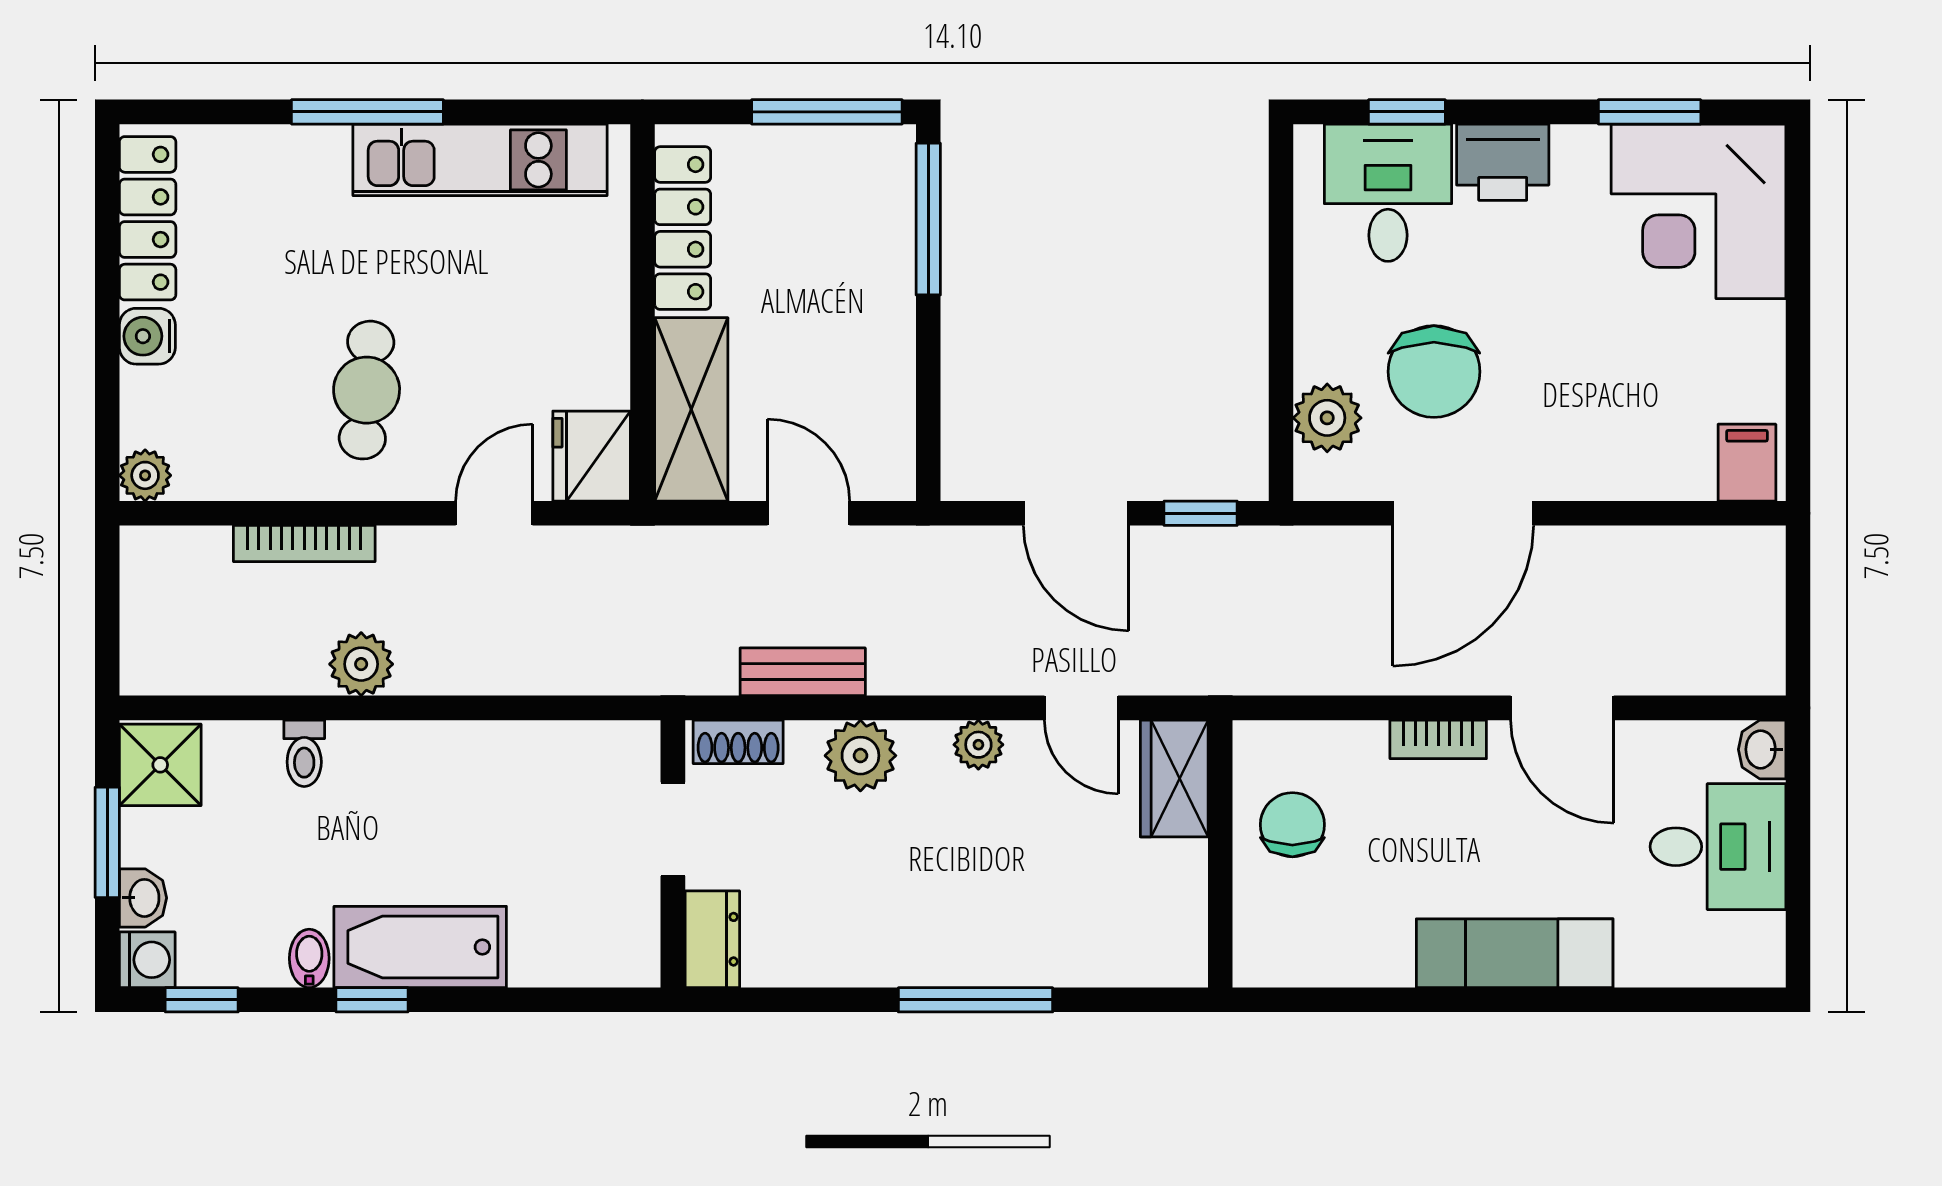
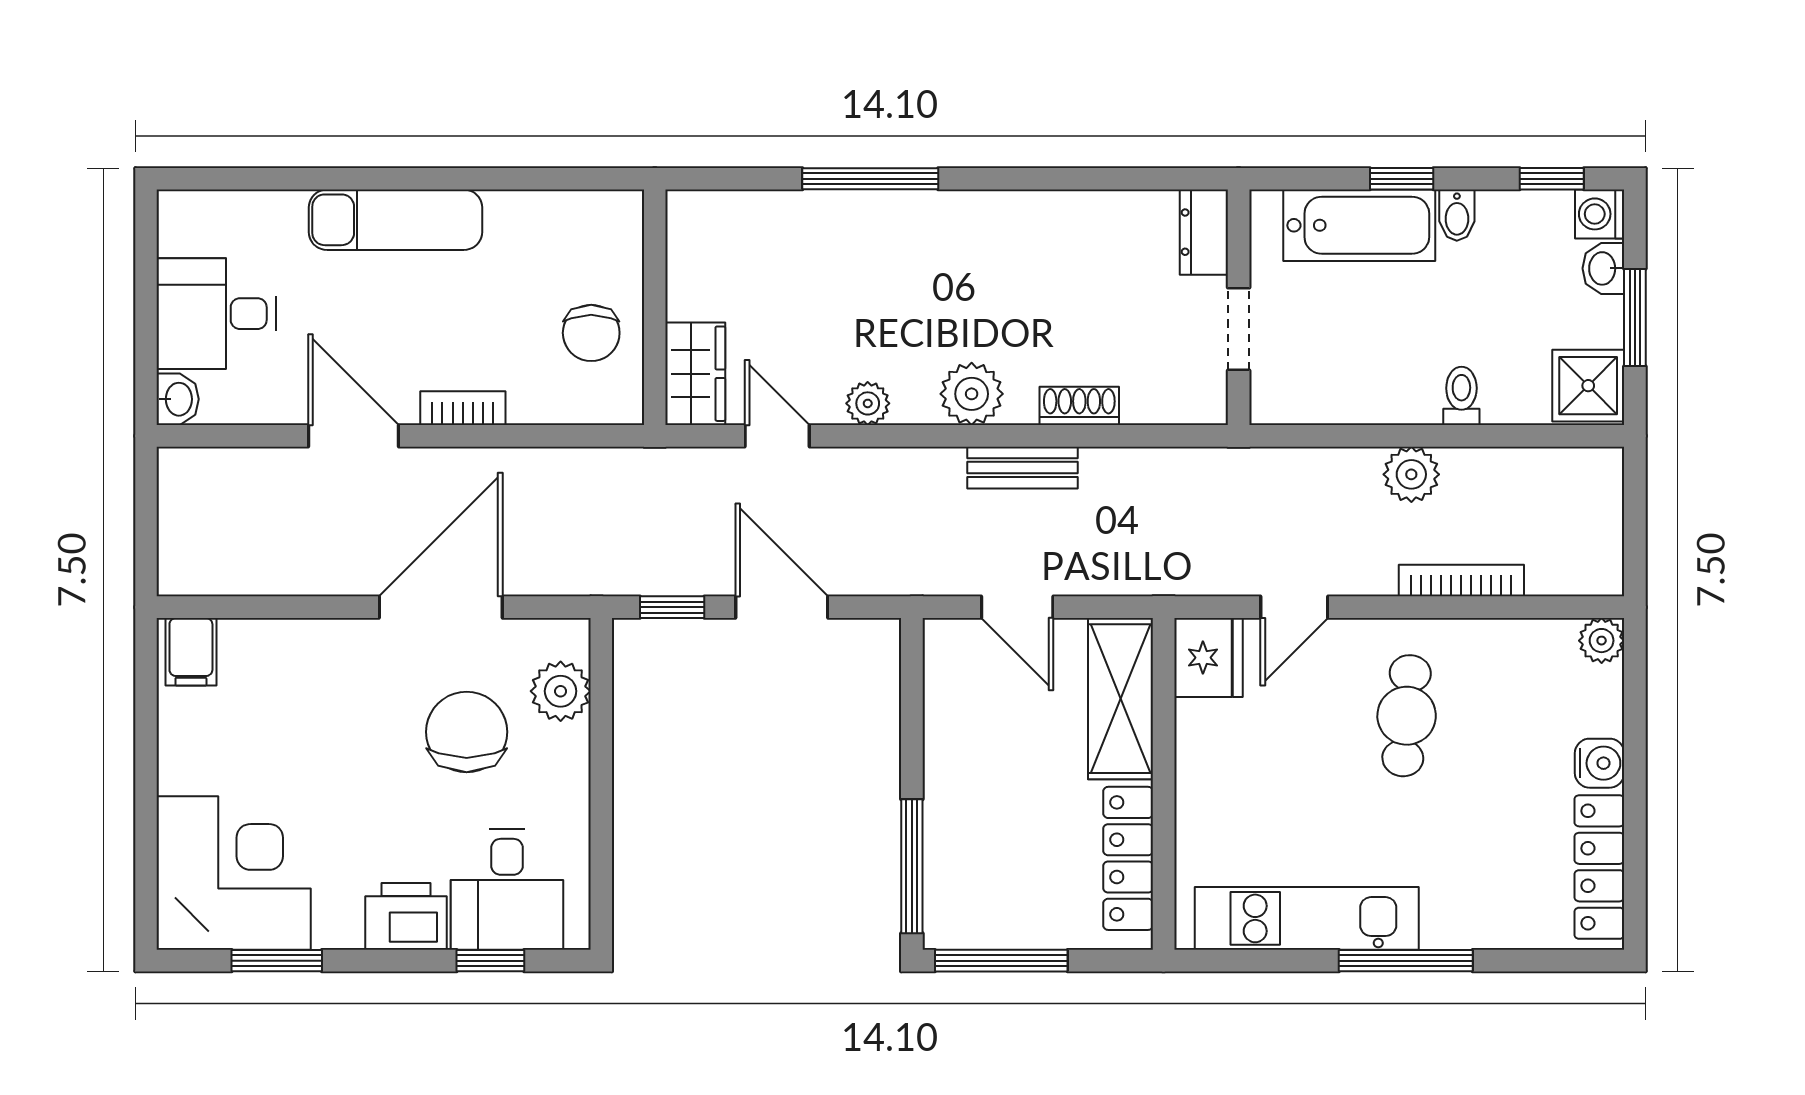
doorway: (673, 829) -> (1239, 329), moved
wall: (673, 854) -> (1239, 307), moved
dresser: (712, 939) -> (1204, 232), moved

